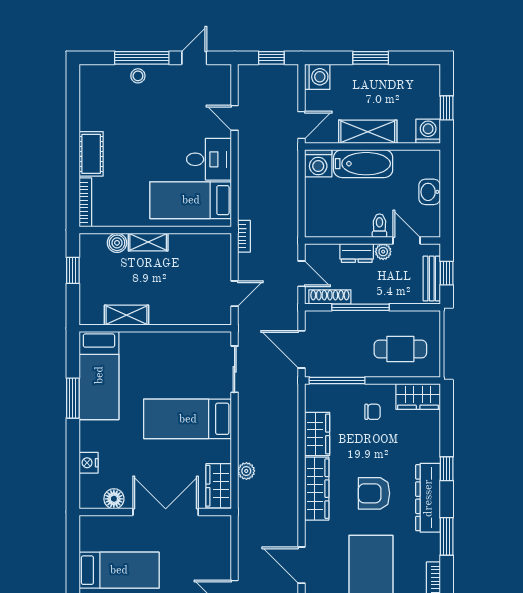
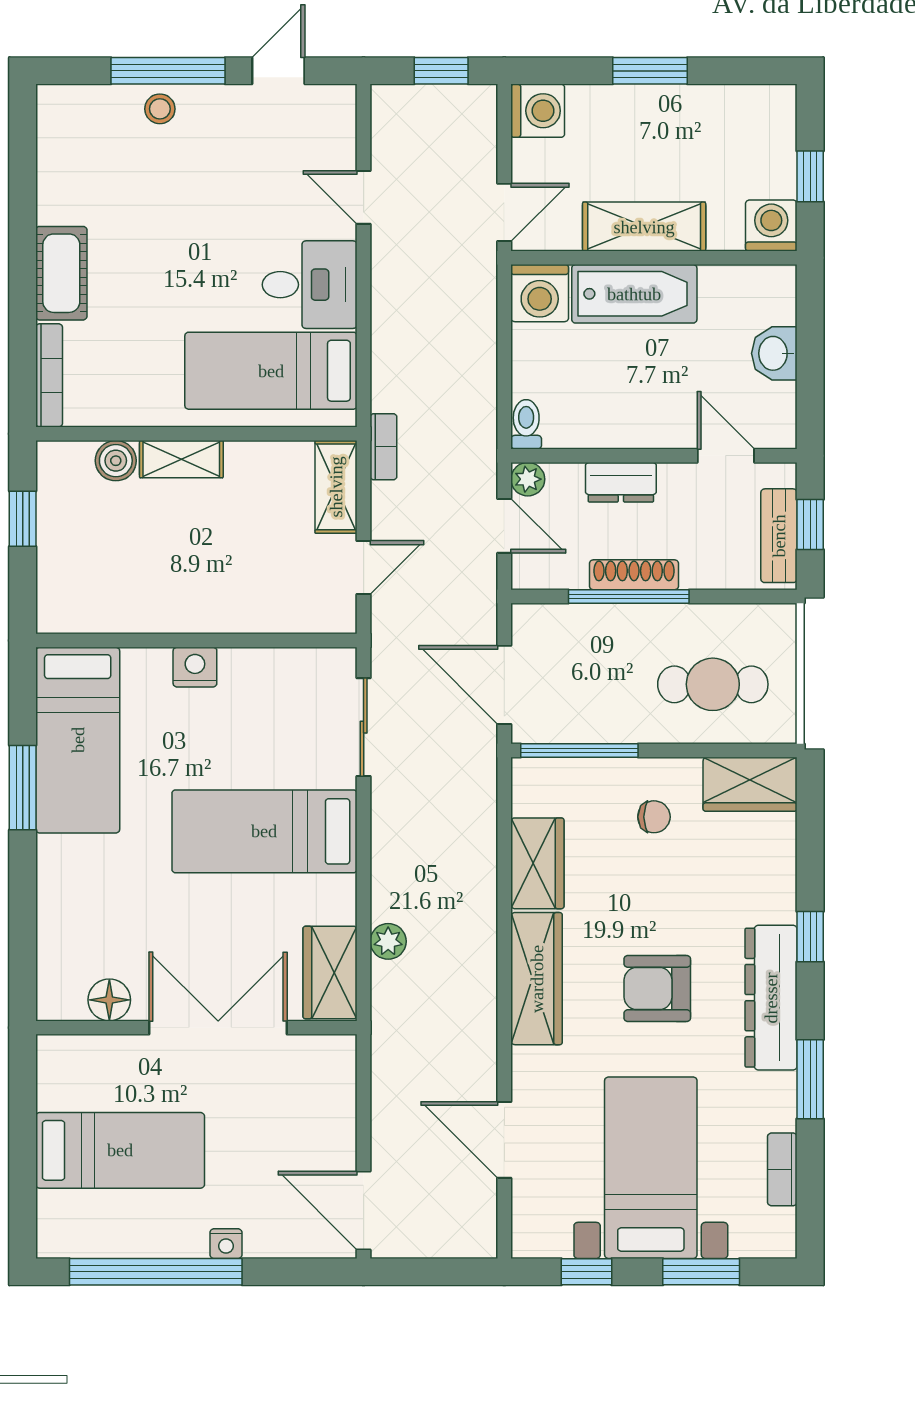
toilet: (379, 226) -> (526, 424), moved
plant: (383, 252) -> (528, 479), moved
shoe rack: (330, 297) -> (634, 575), moved
shelving: (127, 315) -> (336, 487), moved, turned 90
nightstand: (89, 463) -> (195, 667), moved, turned 90

